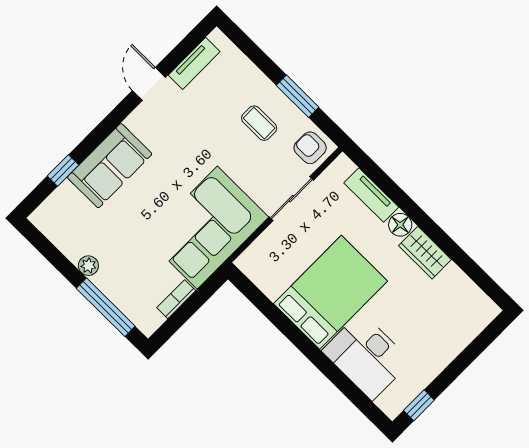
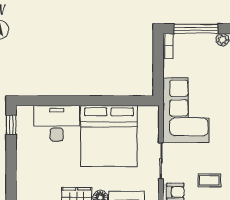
bed: (330, 292) -> (109, 136), width x1.36
bookcase: (176, 299) -> (168, 46), moved

